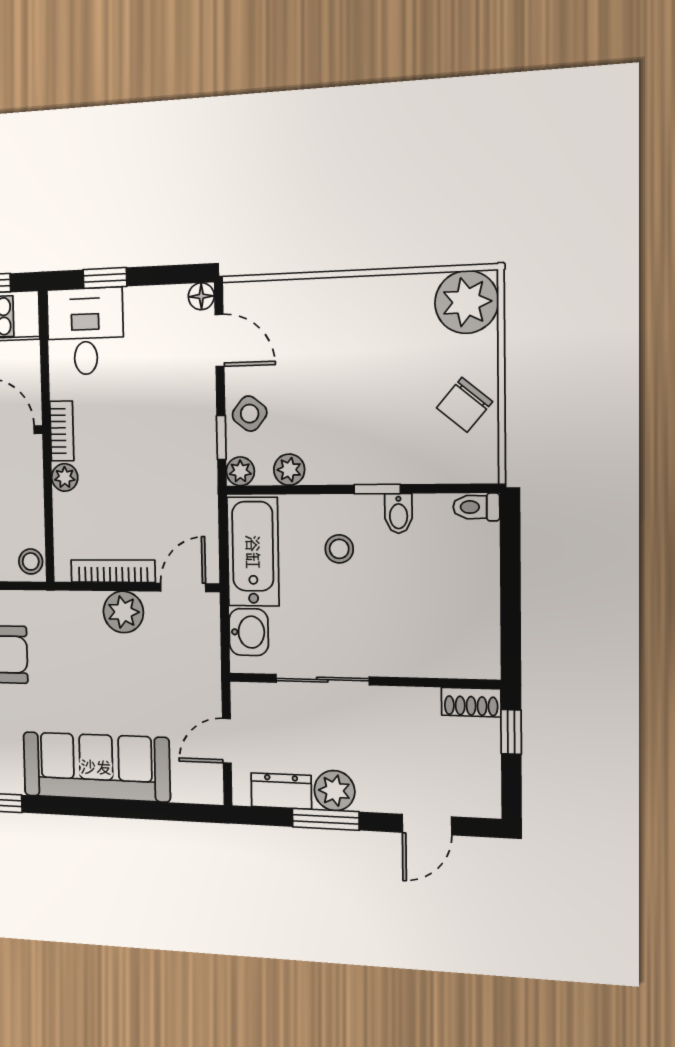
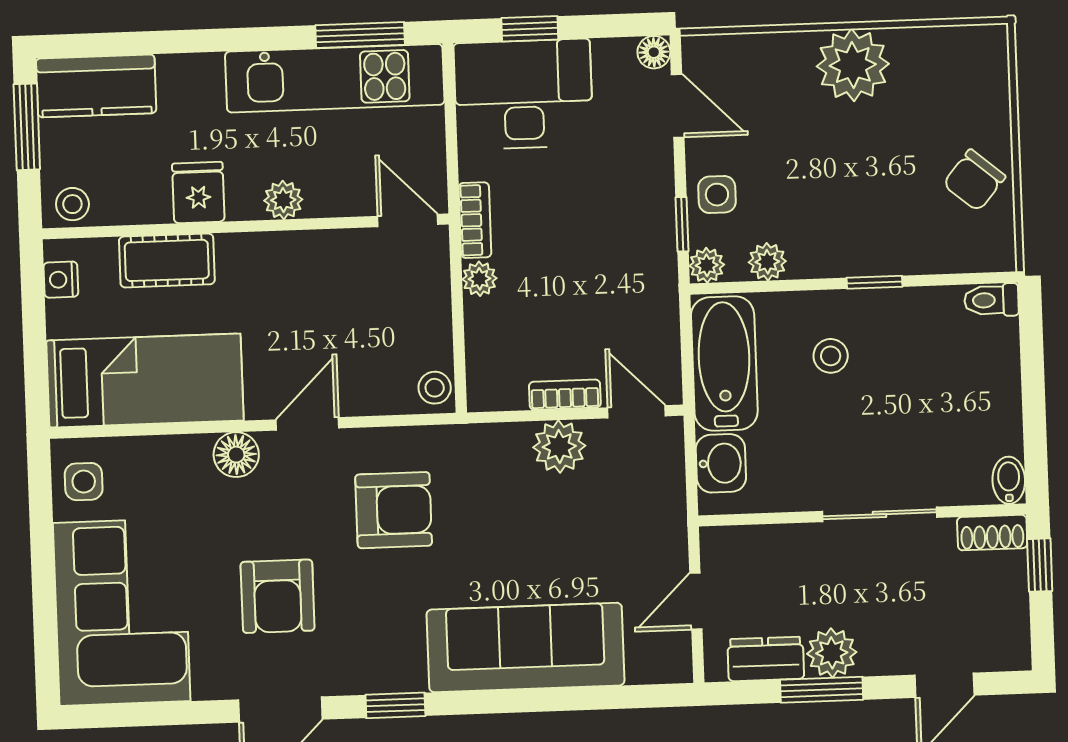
plant: (467, 302) -> (853, 65), moved
desk: (85, 331) -> (523, 94), width x1.37
side table: (250, 414) -> (717, 195), turned -38
bidet: (399, 513) -> (1009, 480), moved, turned 180
bookcase: (113, 571) -> (565, 395), width x0.64
door: (183, 587) -> (637, 412), hinge flipped
sliding door: (322, 680) -> (879, 514), moved

